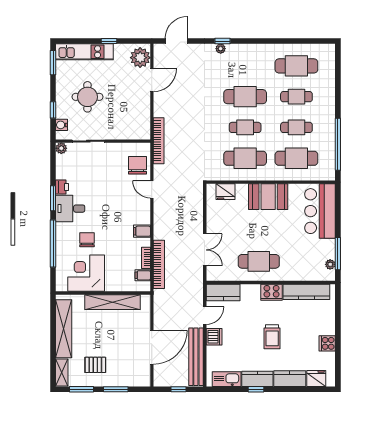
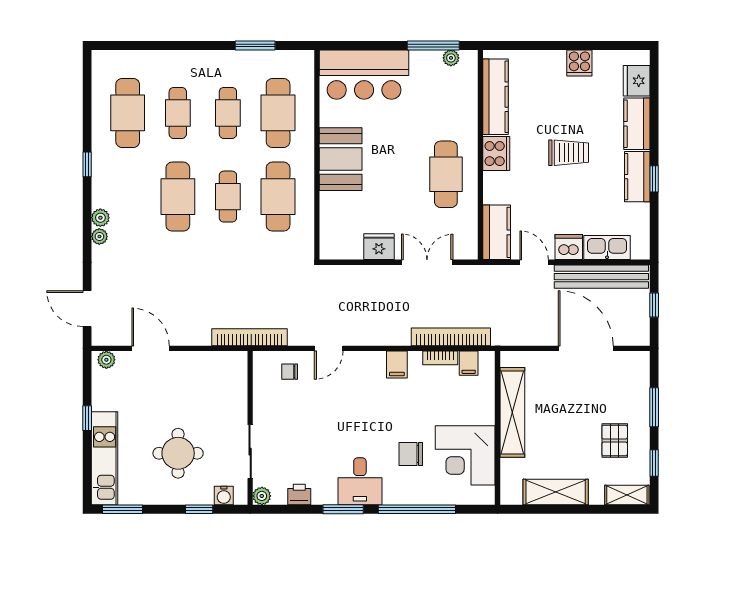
window: (223, 41) -> (87, 164), moved
plant: (232, 49) -> (100, 218), added
plant: (140, 58) -> (106, 360), width x0.53, depth x0.53
window: (338, 144) -> (255, 45), width x0.47
chair: (138, 165) -> (290, 372), width x0.54, depth x0.54
printer: (62, 187) -> (299, 495), moved
fridge: (225, 192) -> (379, 247), moved, turned -90
shelving: (64, 329) -> (556, 492), width x0.68
kitchen sink: (227, 379) -> (607, 248), moved, turned 90
window: (82, 389) -> (654, 463), width x0.67

